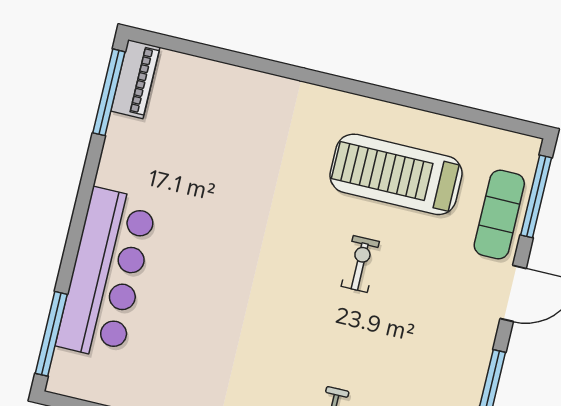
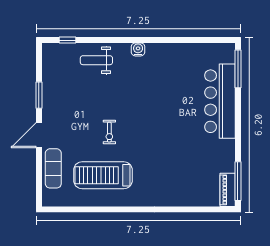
treadmill: (396, 174) -> (103, 175), turned 180
window: (536, 196) -> (39, 180), removed

